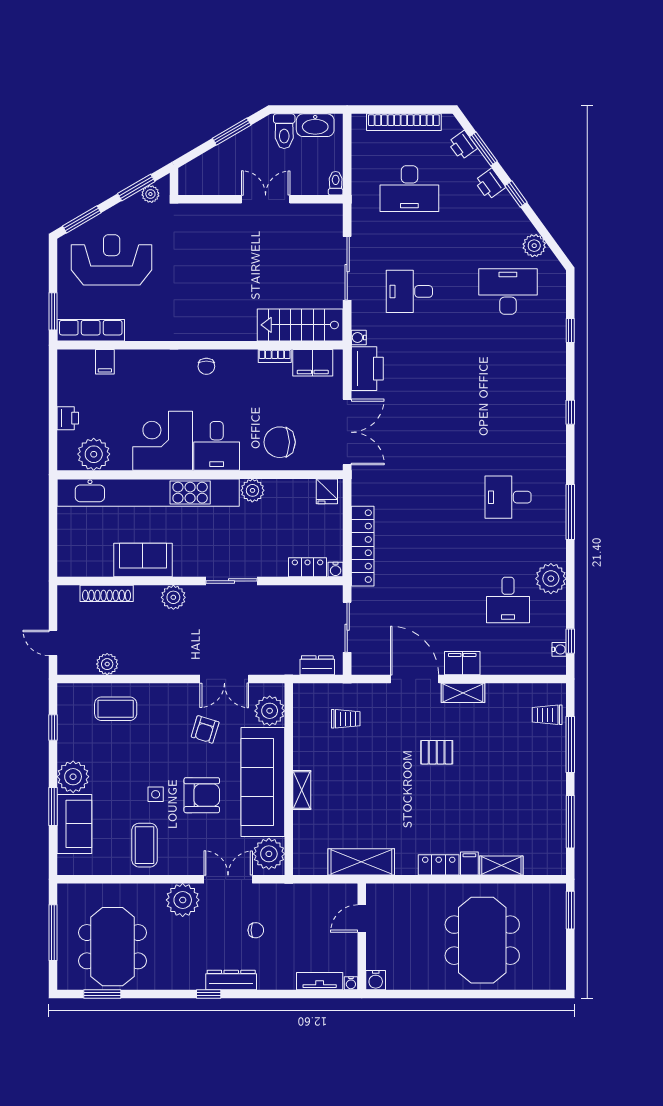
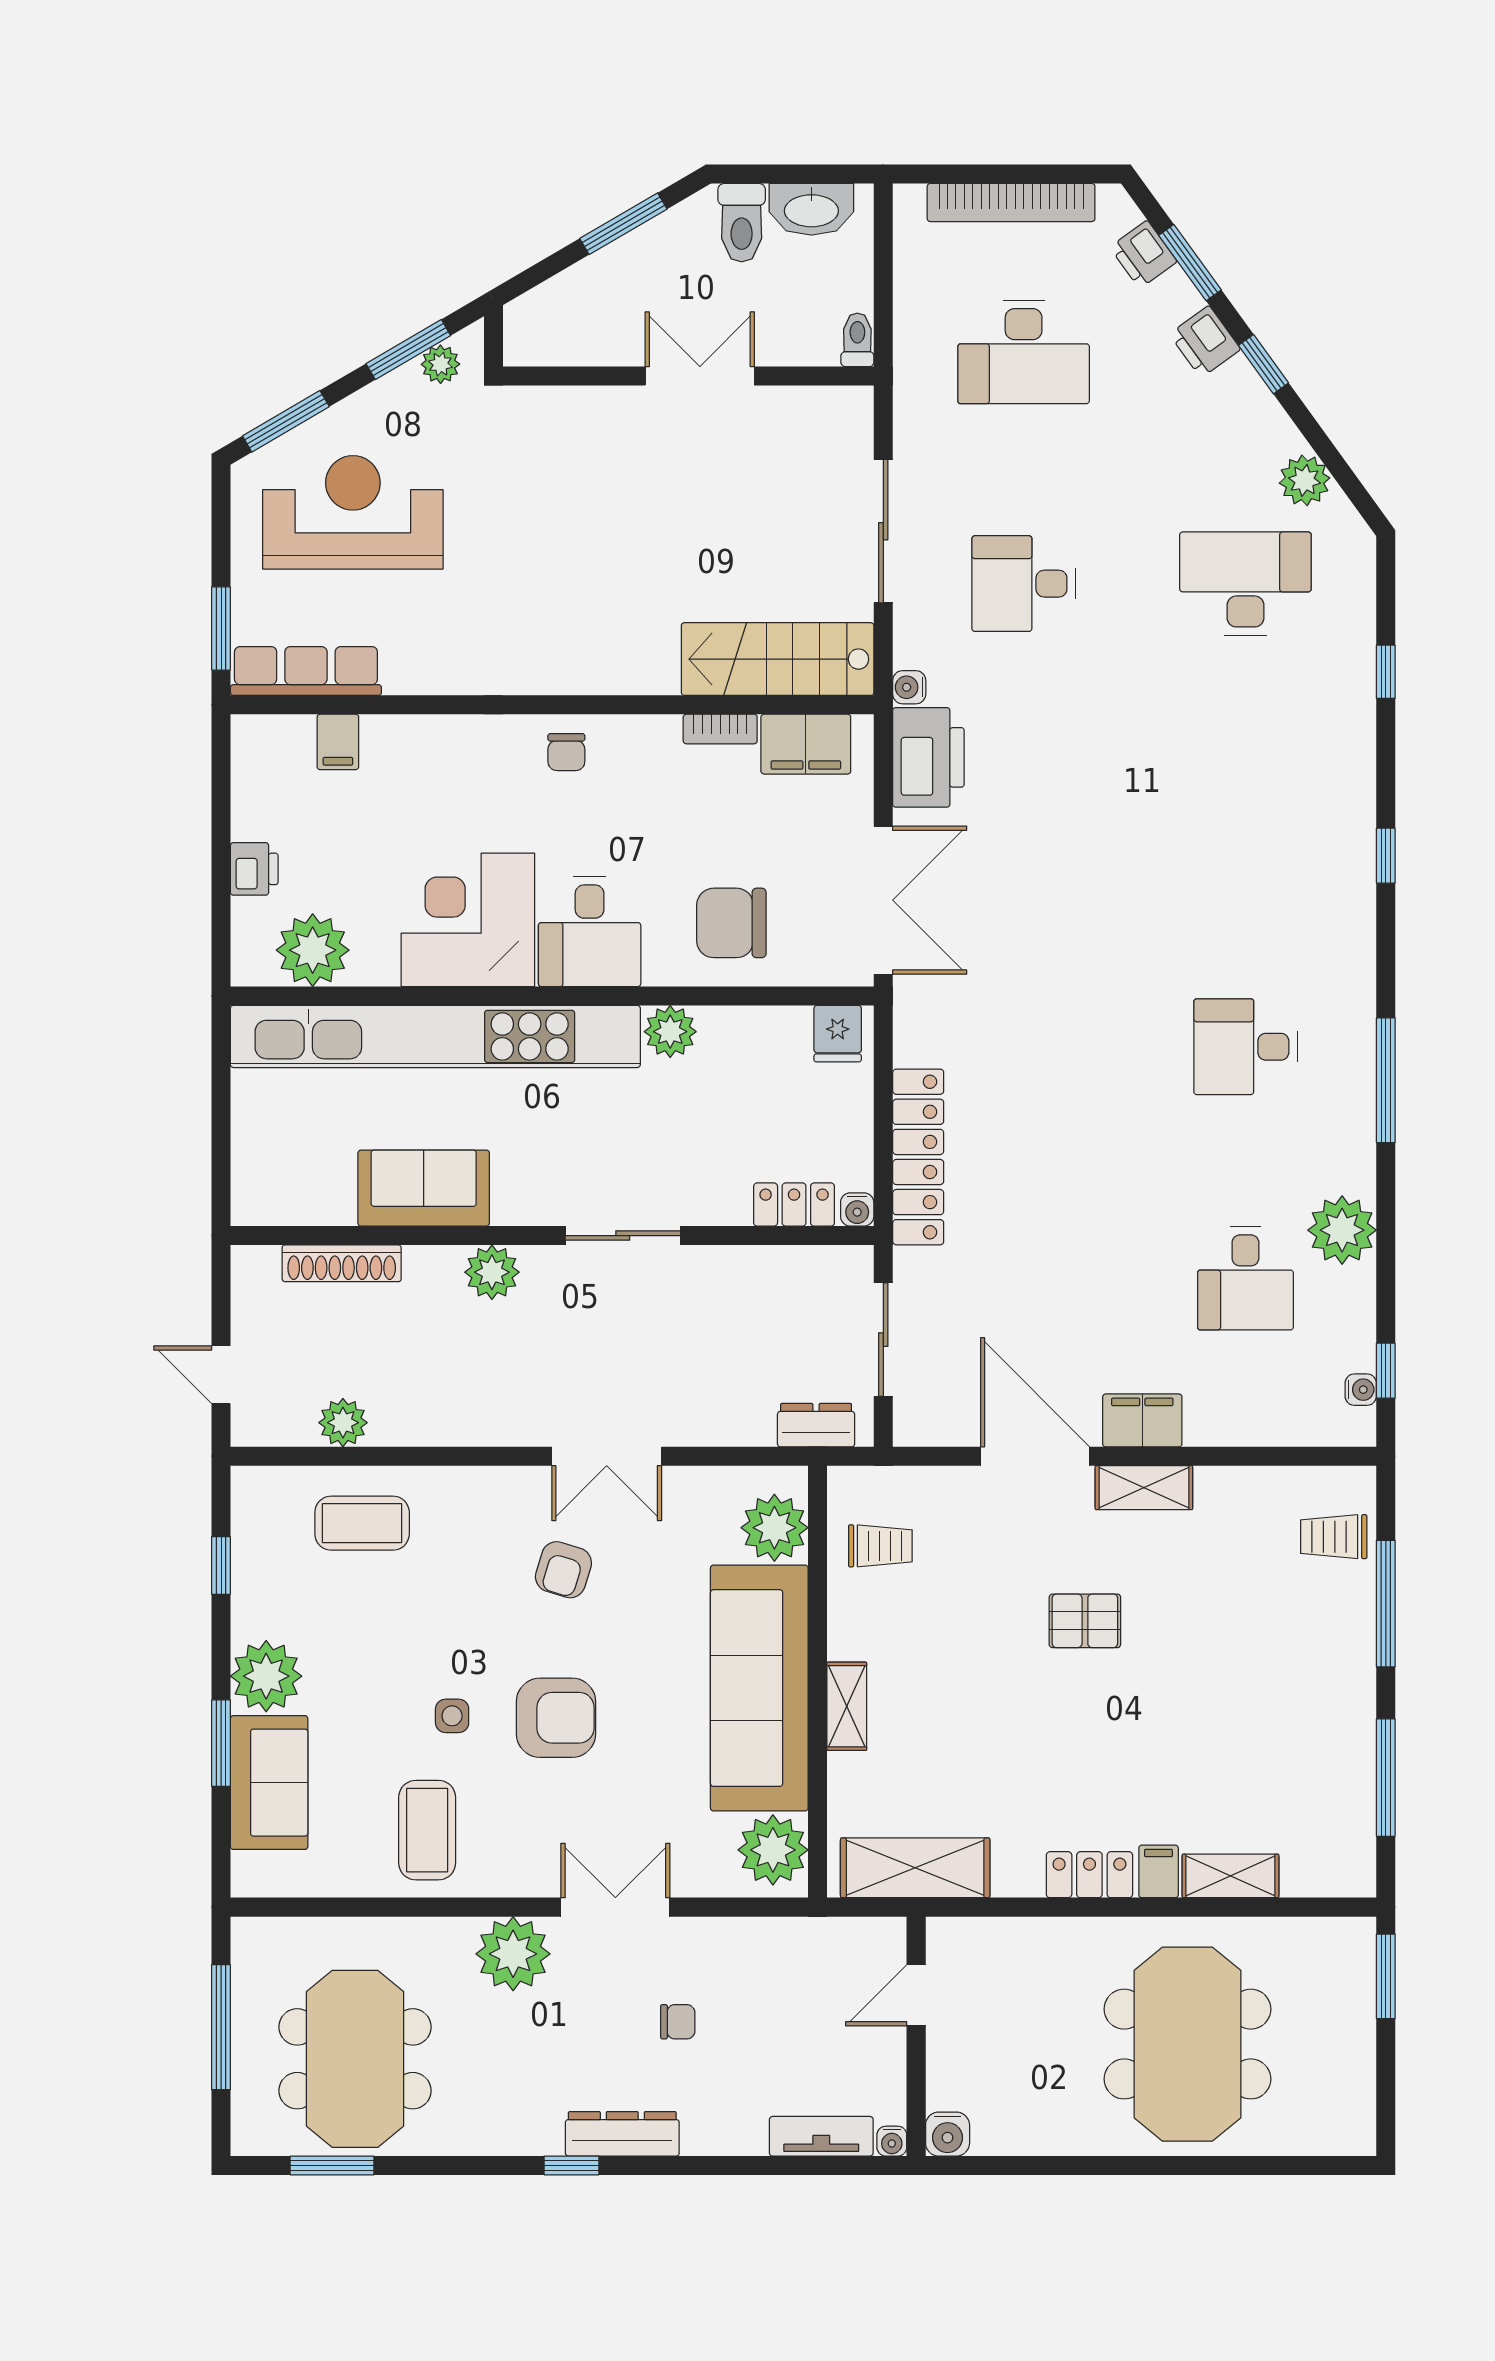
plant: (270, 711) -> (774, 1528), moved
wall: (289, 779) -> (817, 1682), moved
sofa: (263, 782) -> (759, 1688), moved
shelving: (302, 790) -> (847, 1706), moved
plant: (269, 854) -> (773, 1850), moved

